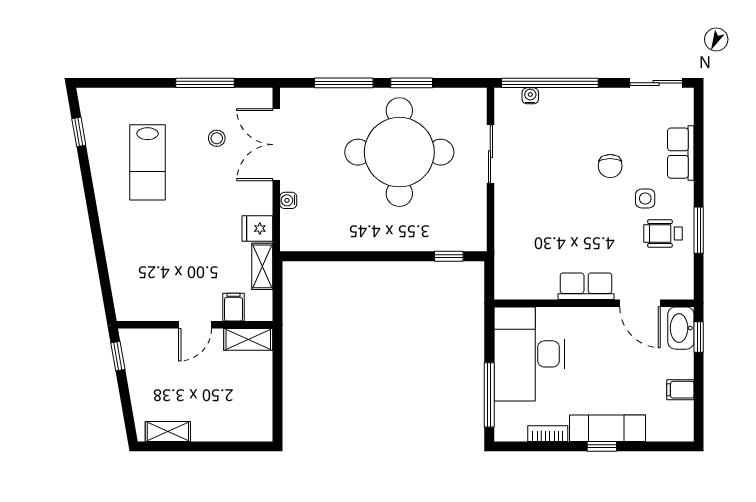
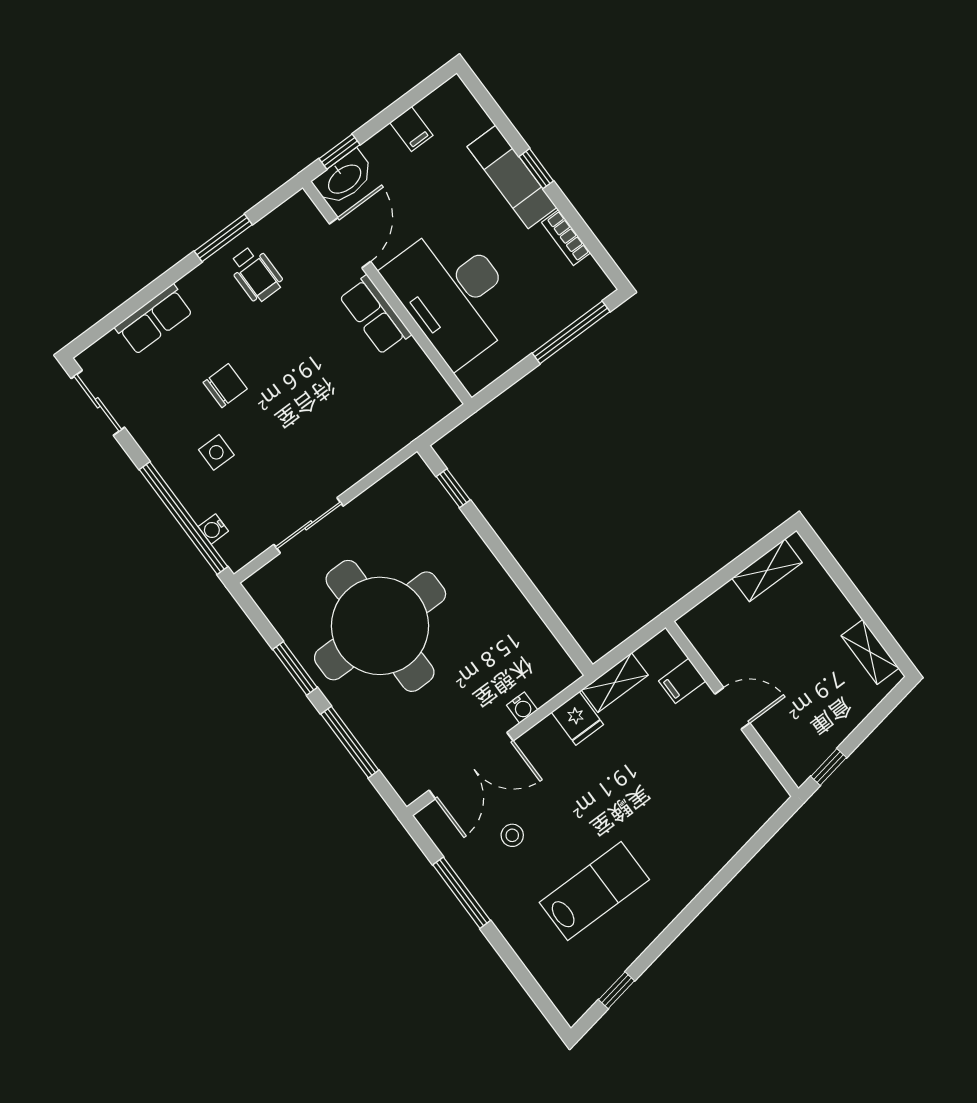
side table: (645, 198) -> (216, 452), moved
shelving: (248, 339) -> (767, 570), moved, turned 90
desk: (529, 354) -> (454, 294), moved, turned 90

